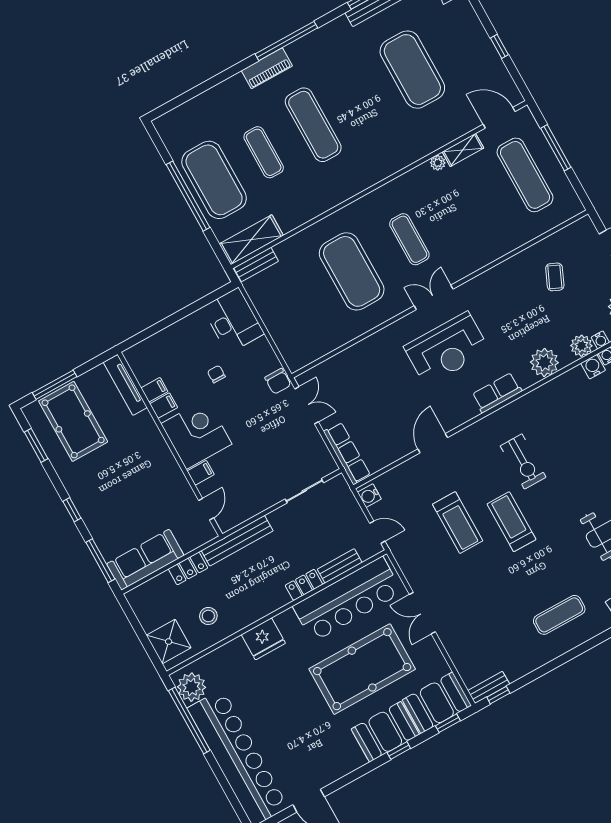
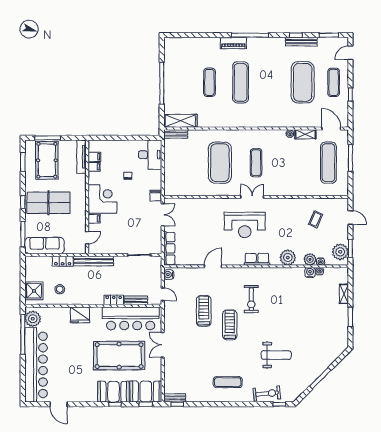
exercise mat: (214, 180) -> (334, 82), moved, width x0.50, depth x0.69
filing cabinet: (164, 406) -> (94, 157), moved
table tennis table: (113, 488) -> (48, 203), added
treadmill: (458, 523) -> (204, 311), turned 180

